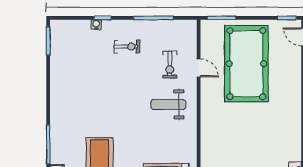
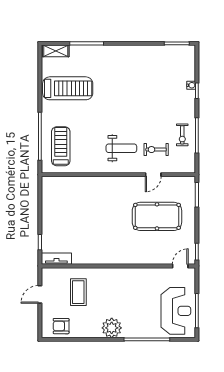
exercise bike: (127, 47) -> (182, 135), moved
pool table: (246, 64) -> (157, 216), width x0.73, depth x0.76
weight bench: (168, 104) -> (121, 148), turned 90

